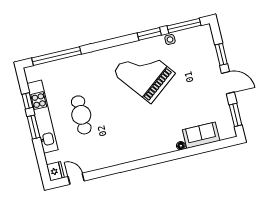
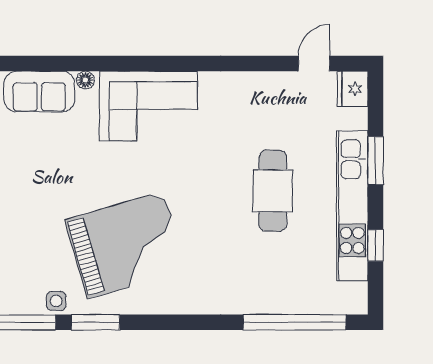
grand piano: (144, 73) -> (126, 245), turned -68
window: (34, 127) -> (375, 161), moved
corner sofa: (149, 141) -> (148, 106), added
door: (76, 179) -> (314, 64), swing flipped

